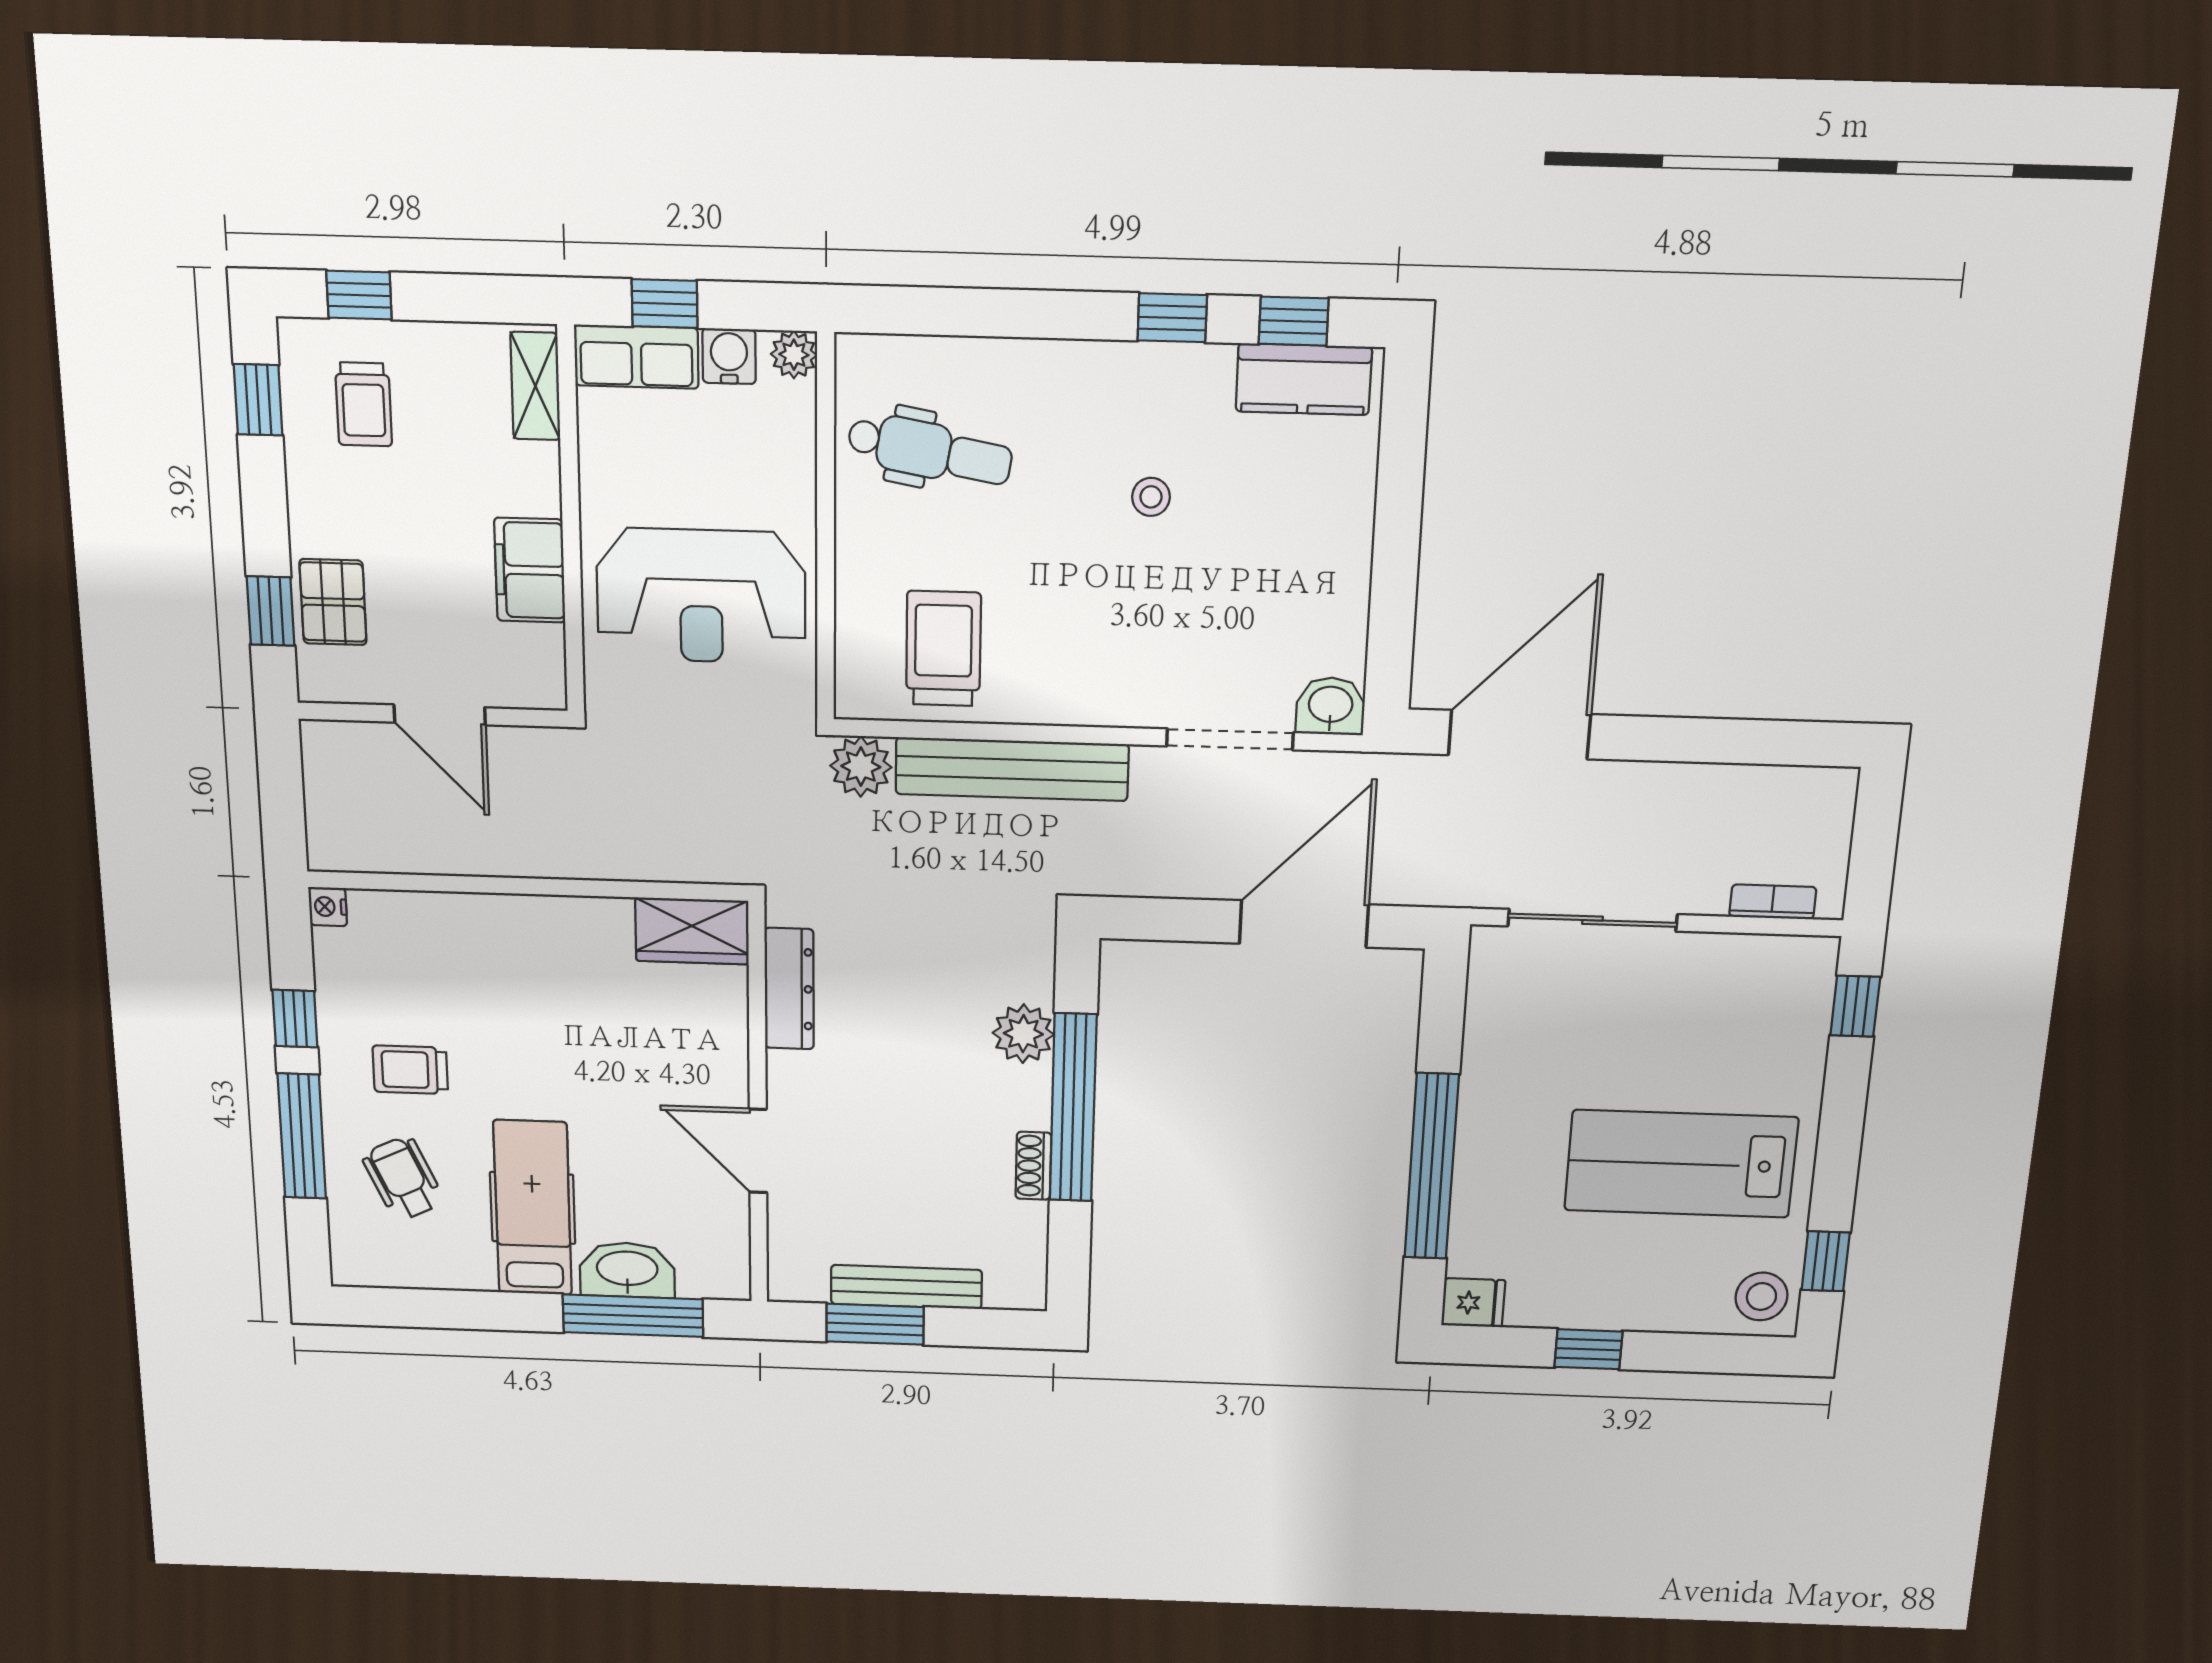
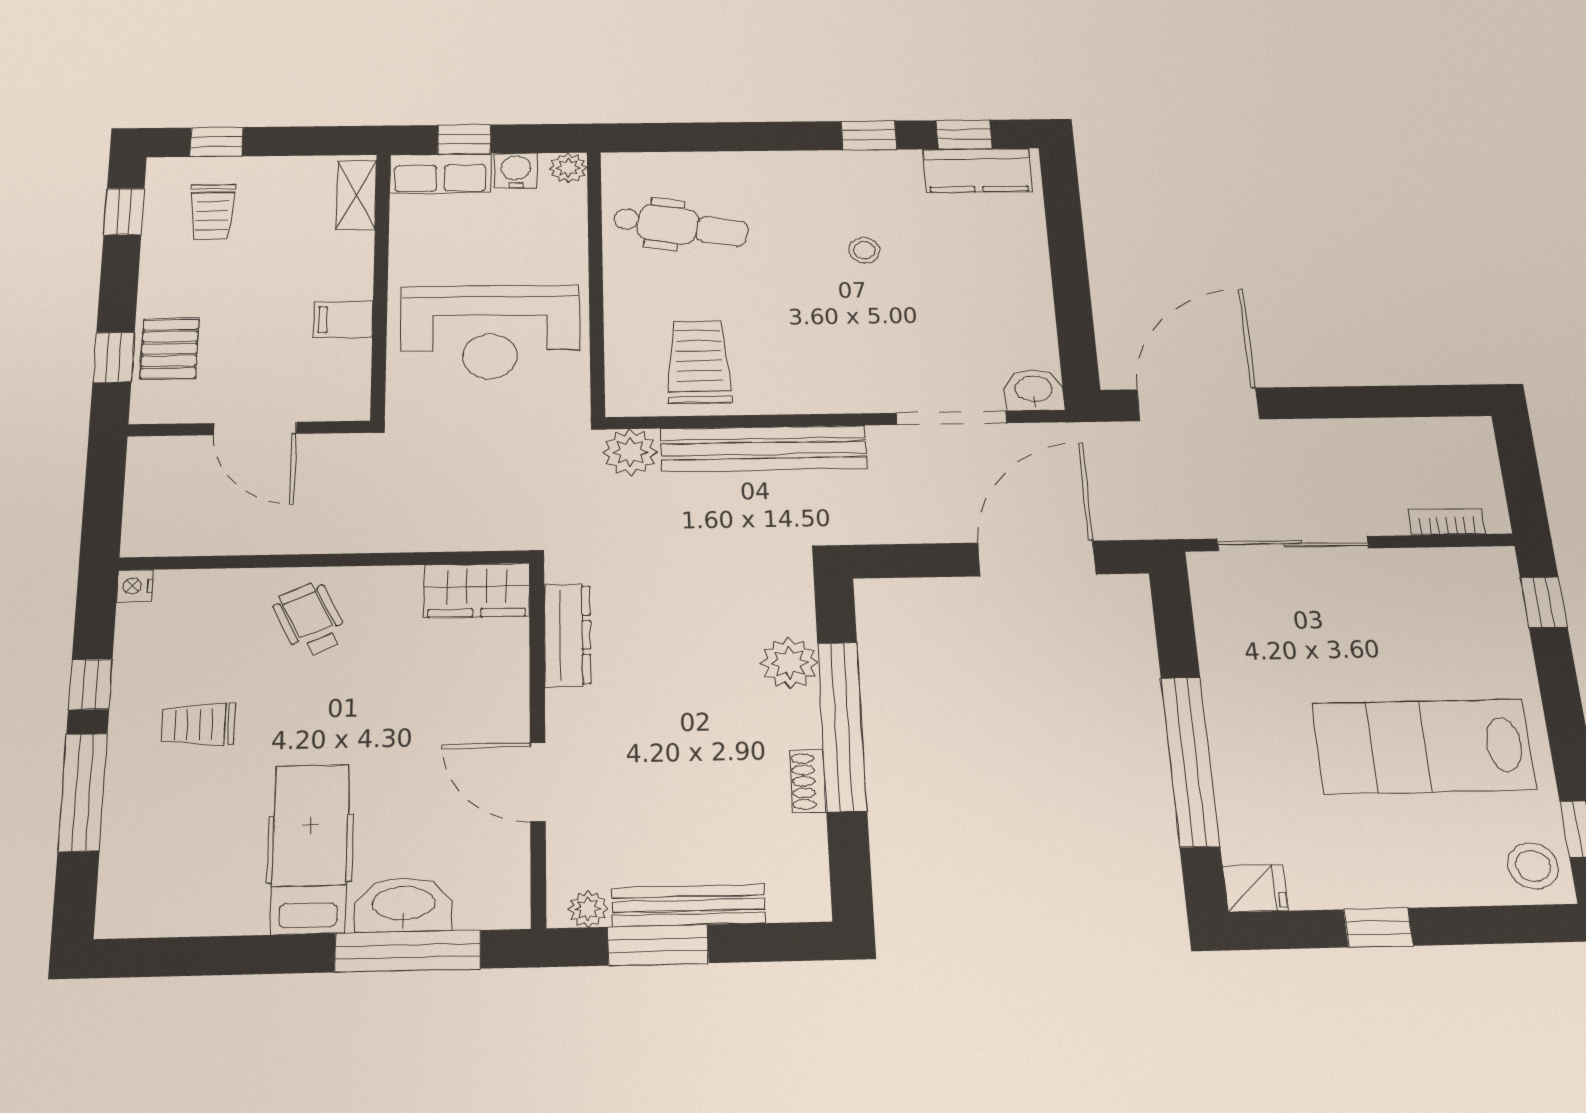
filing cabinet: (530, 570) -> (343, 320), width x0.50
wheelchair: (403, 1178) -> (310, 619), moved
plant: (807, 1285) -> (588, 909), added

